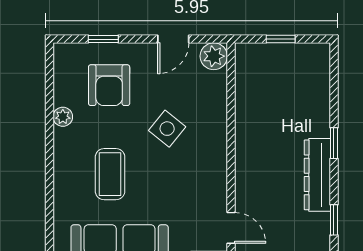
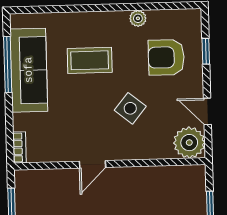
plant: (214, 56) -> (189, 143), width x1.36, depth x1.36
door: (231, 228) -> (92, 164), moved

